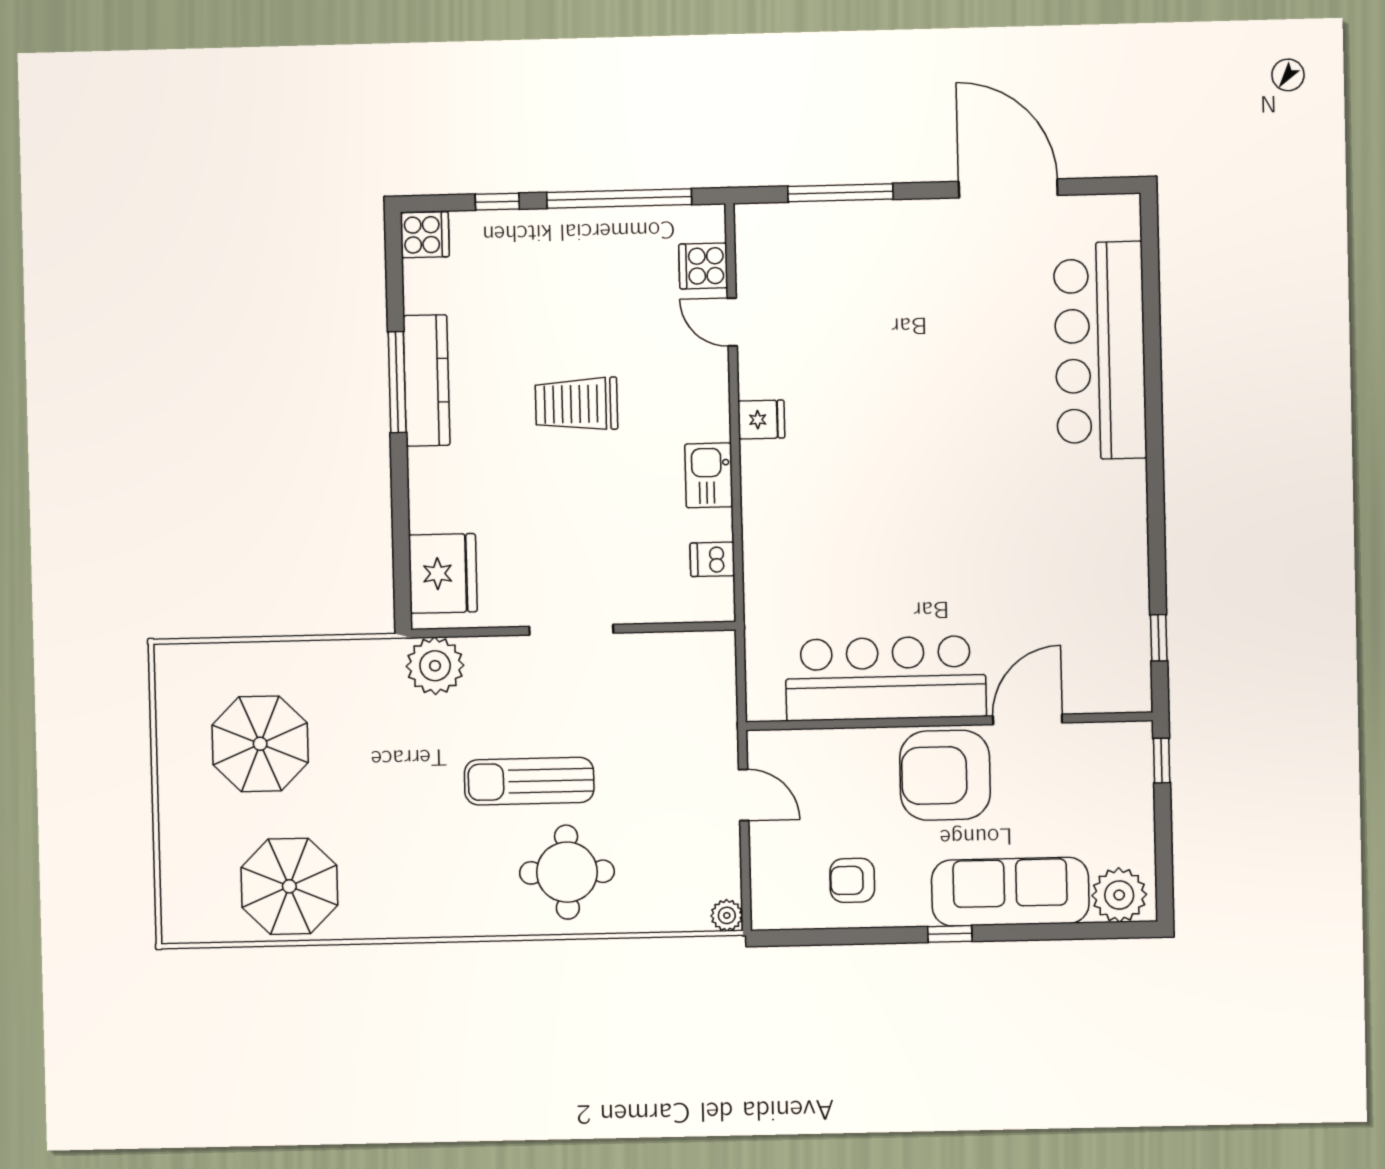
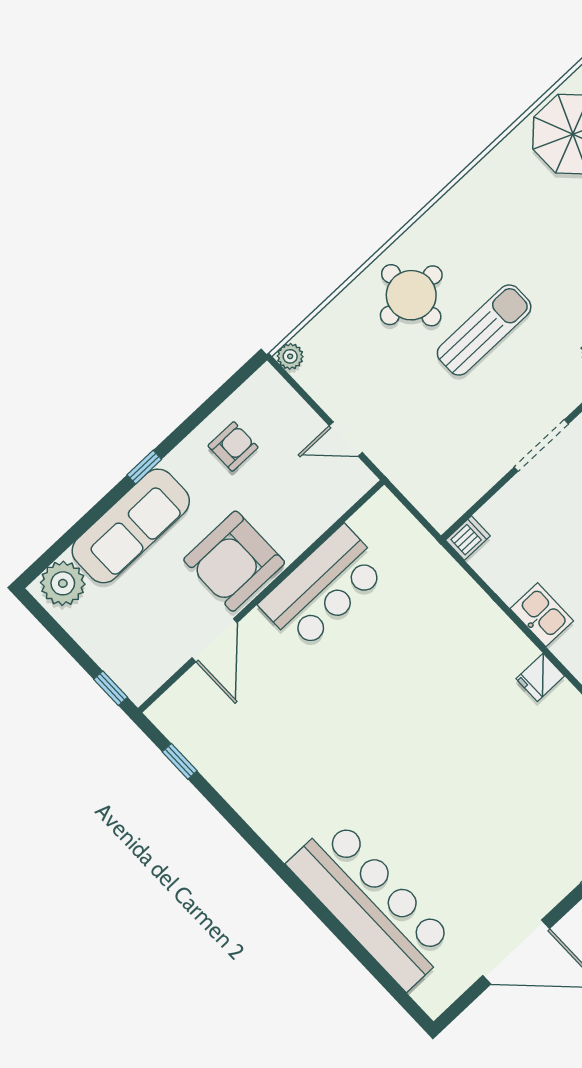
dishwasher: (712, 559) -> (468, 538), moved
bar counter: (886, 678) -> (323, 588), width x0.73
armchair: (945, 775) -> (234, 561), turned 180

